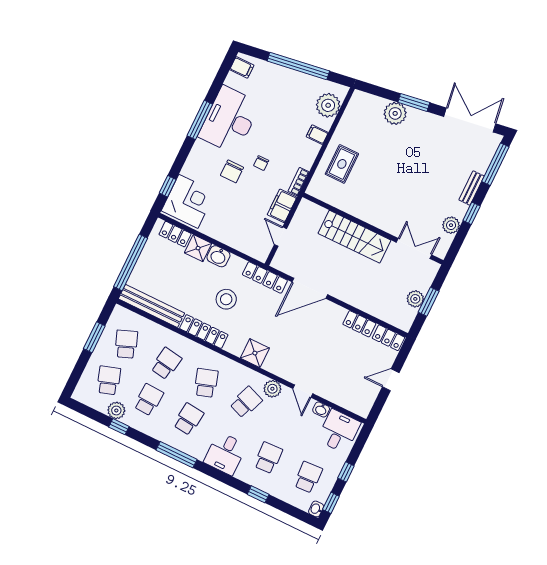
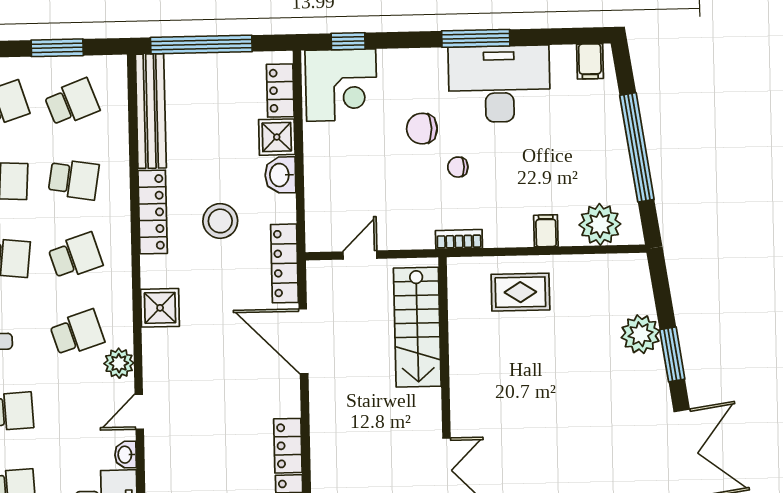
filing cabinet: (282, 206) -> (408, 233), removed
stairs: (354, 237) -> (417, 327), moved
school desk: (246, 402) -> (77, 333), turned -39

